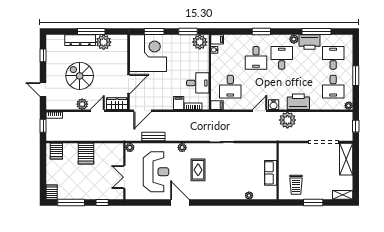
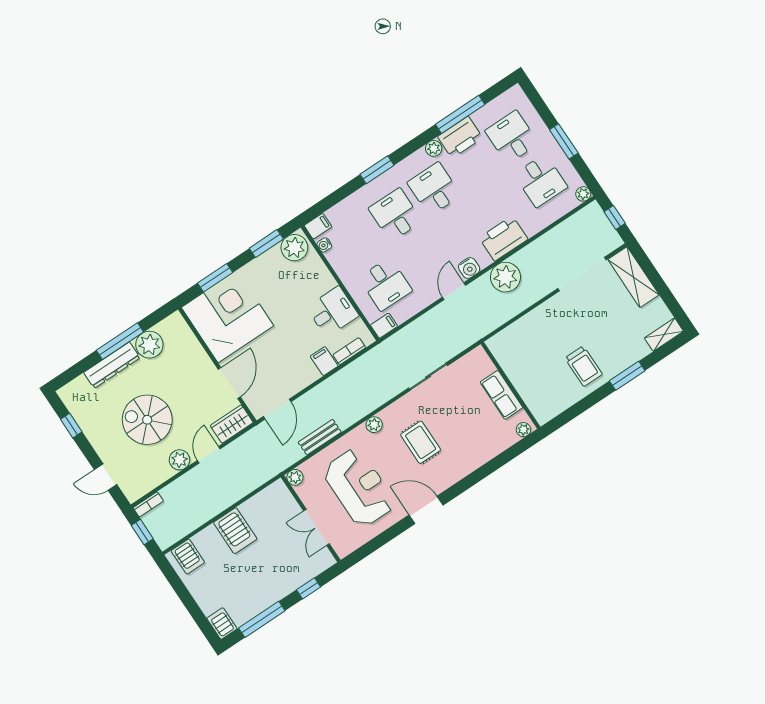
desk: (256, 58) -> (395, 215), turned 180
wall: (278, 171) -> (511, 385), moved
row of seats: (271, 173) -> (502, 395), moved

